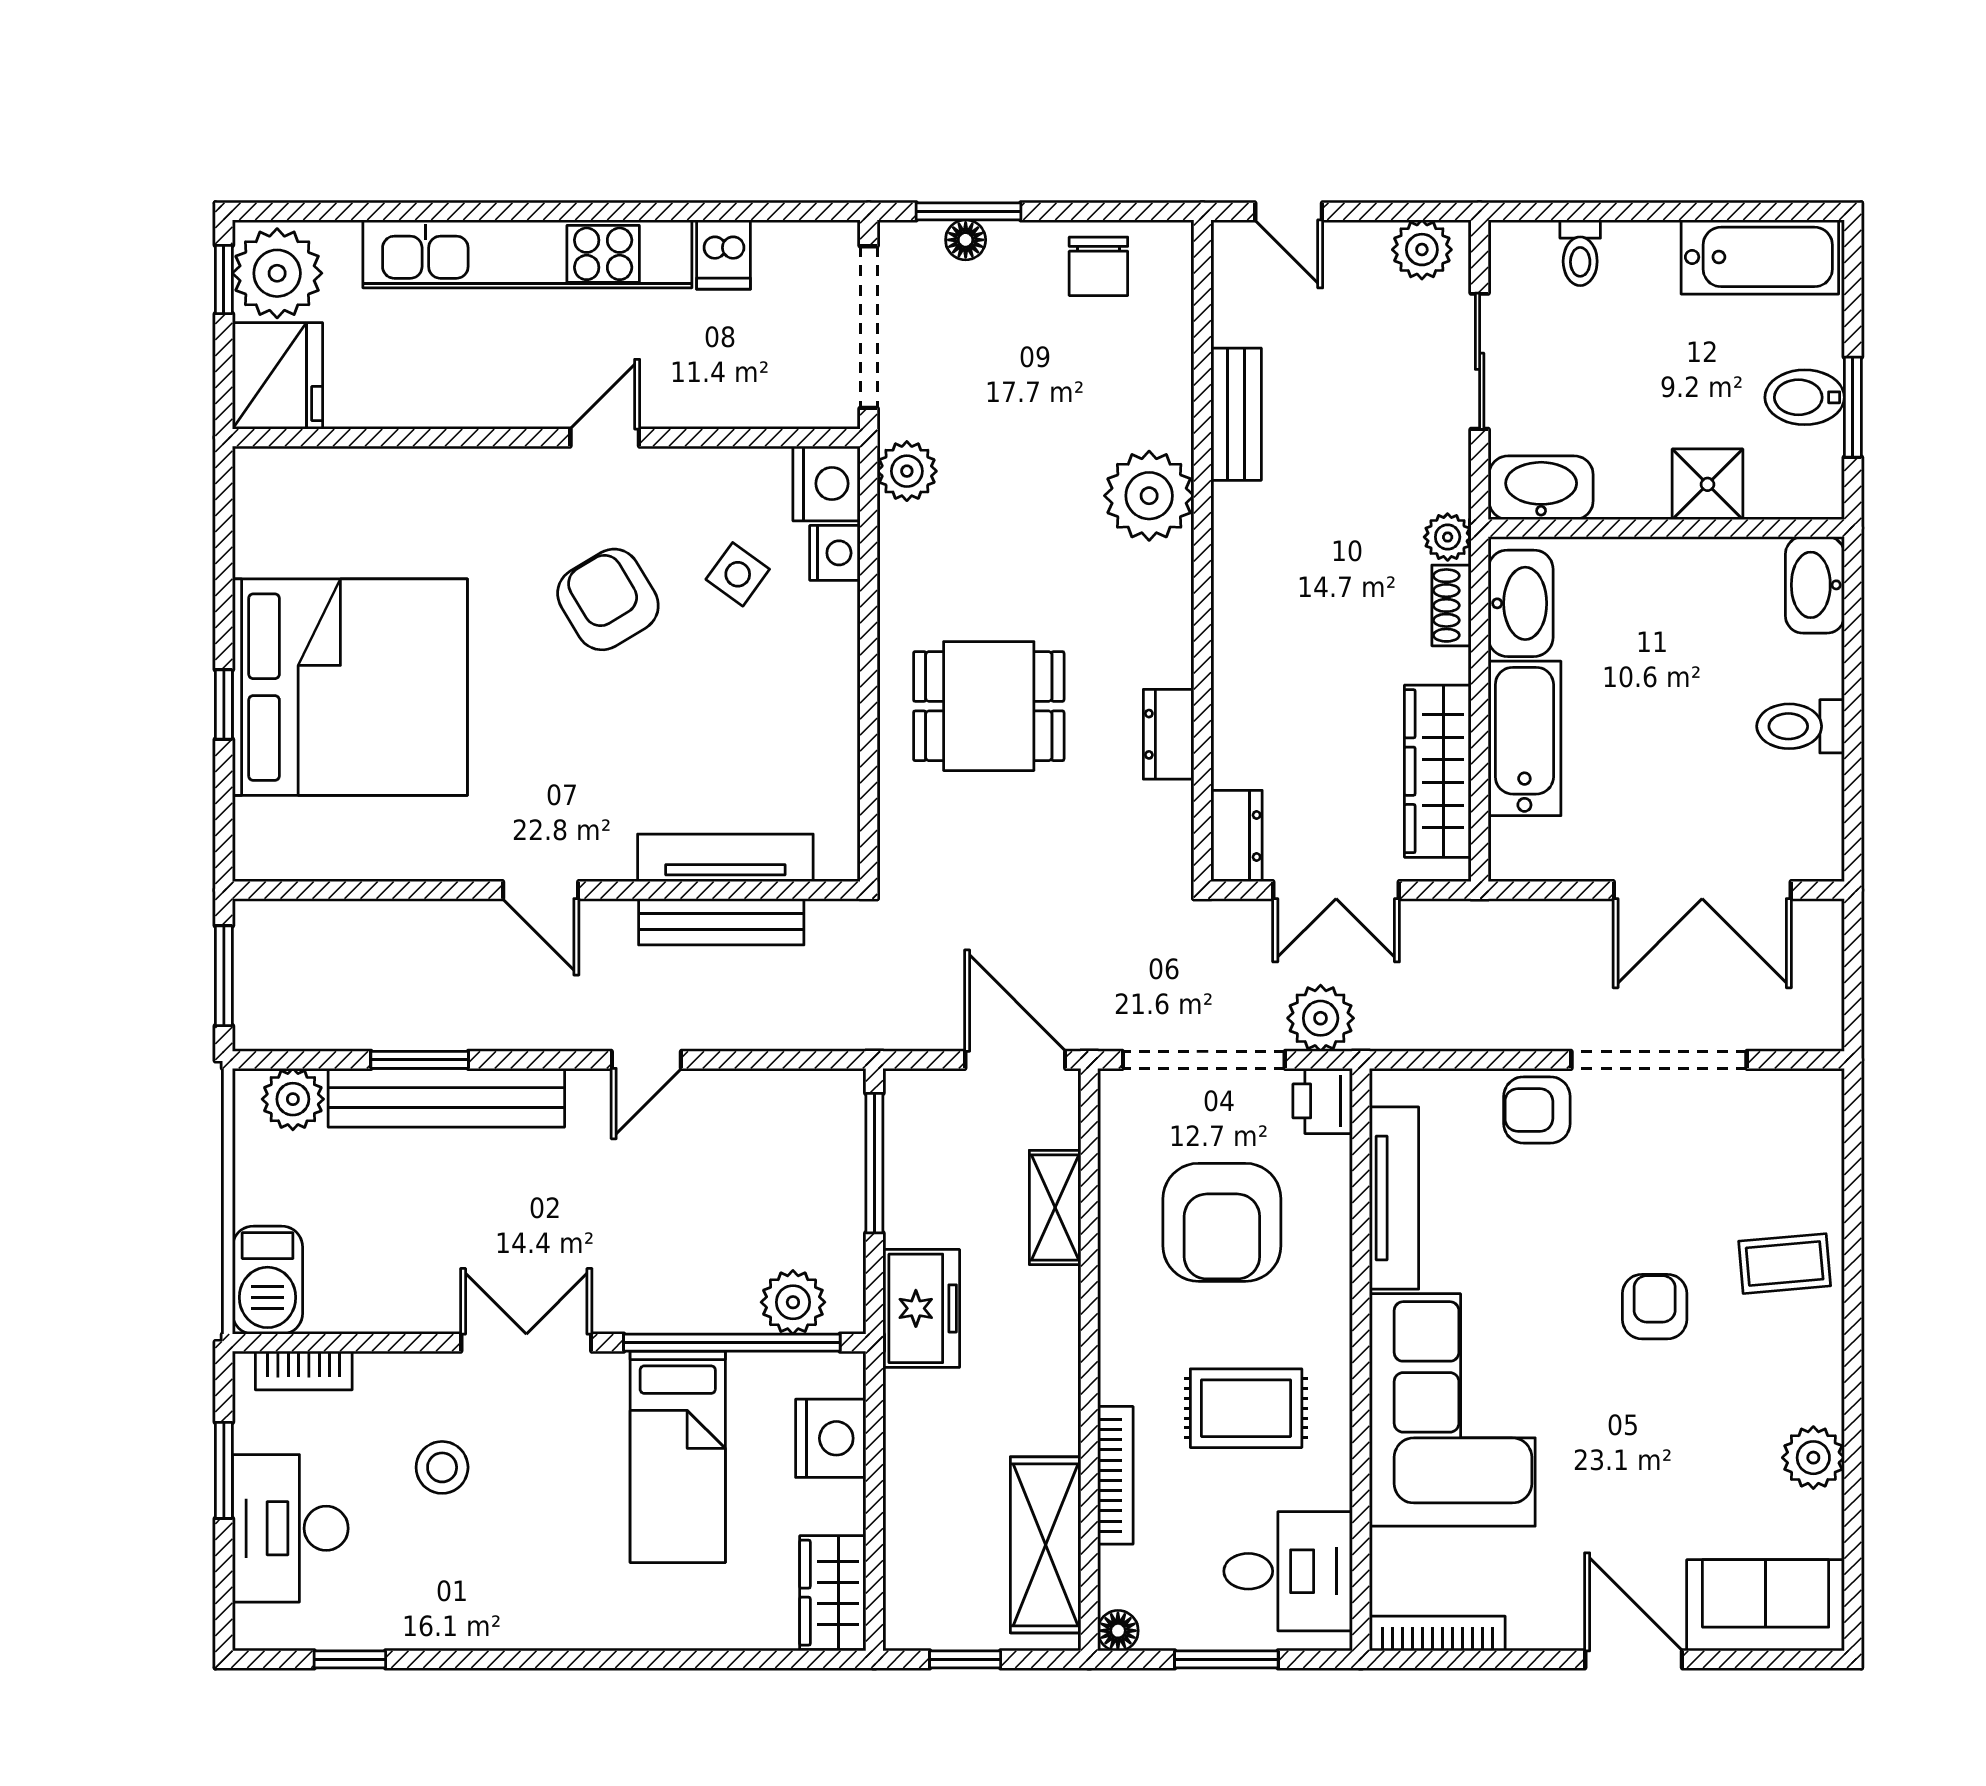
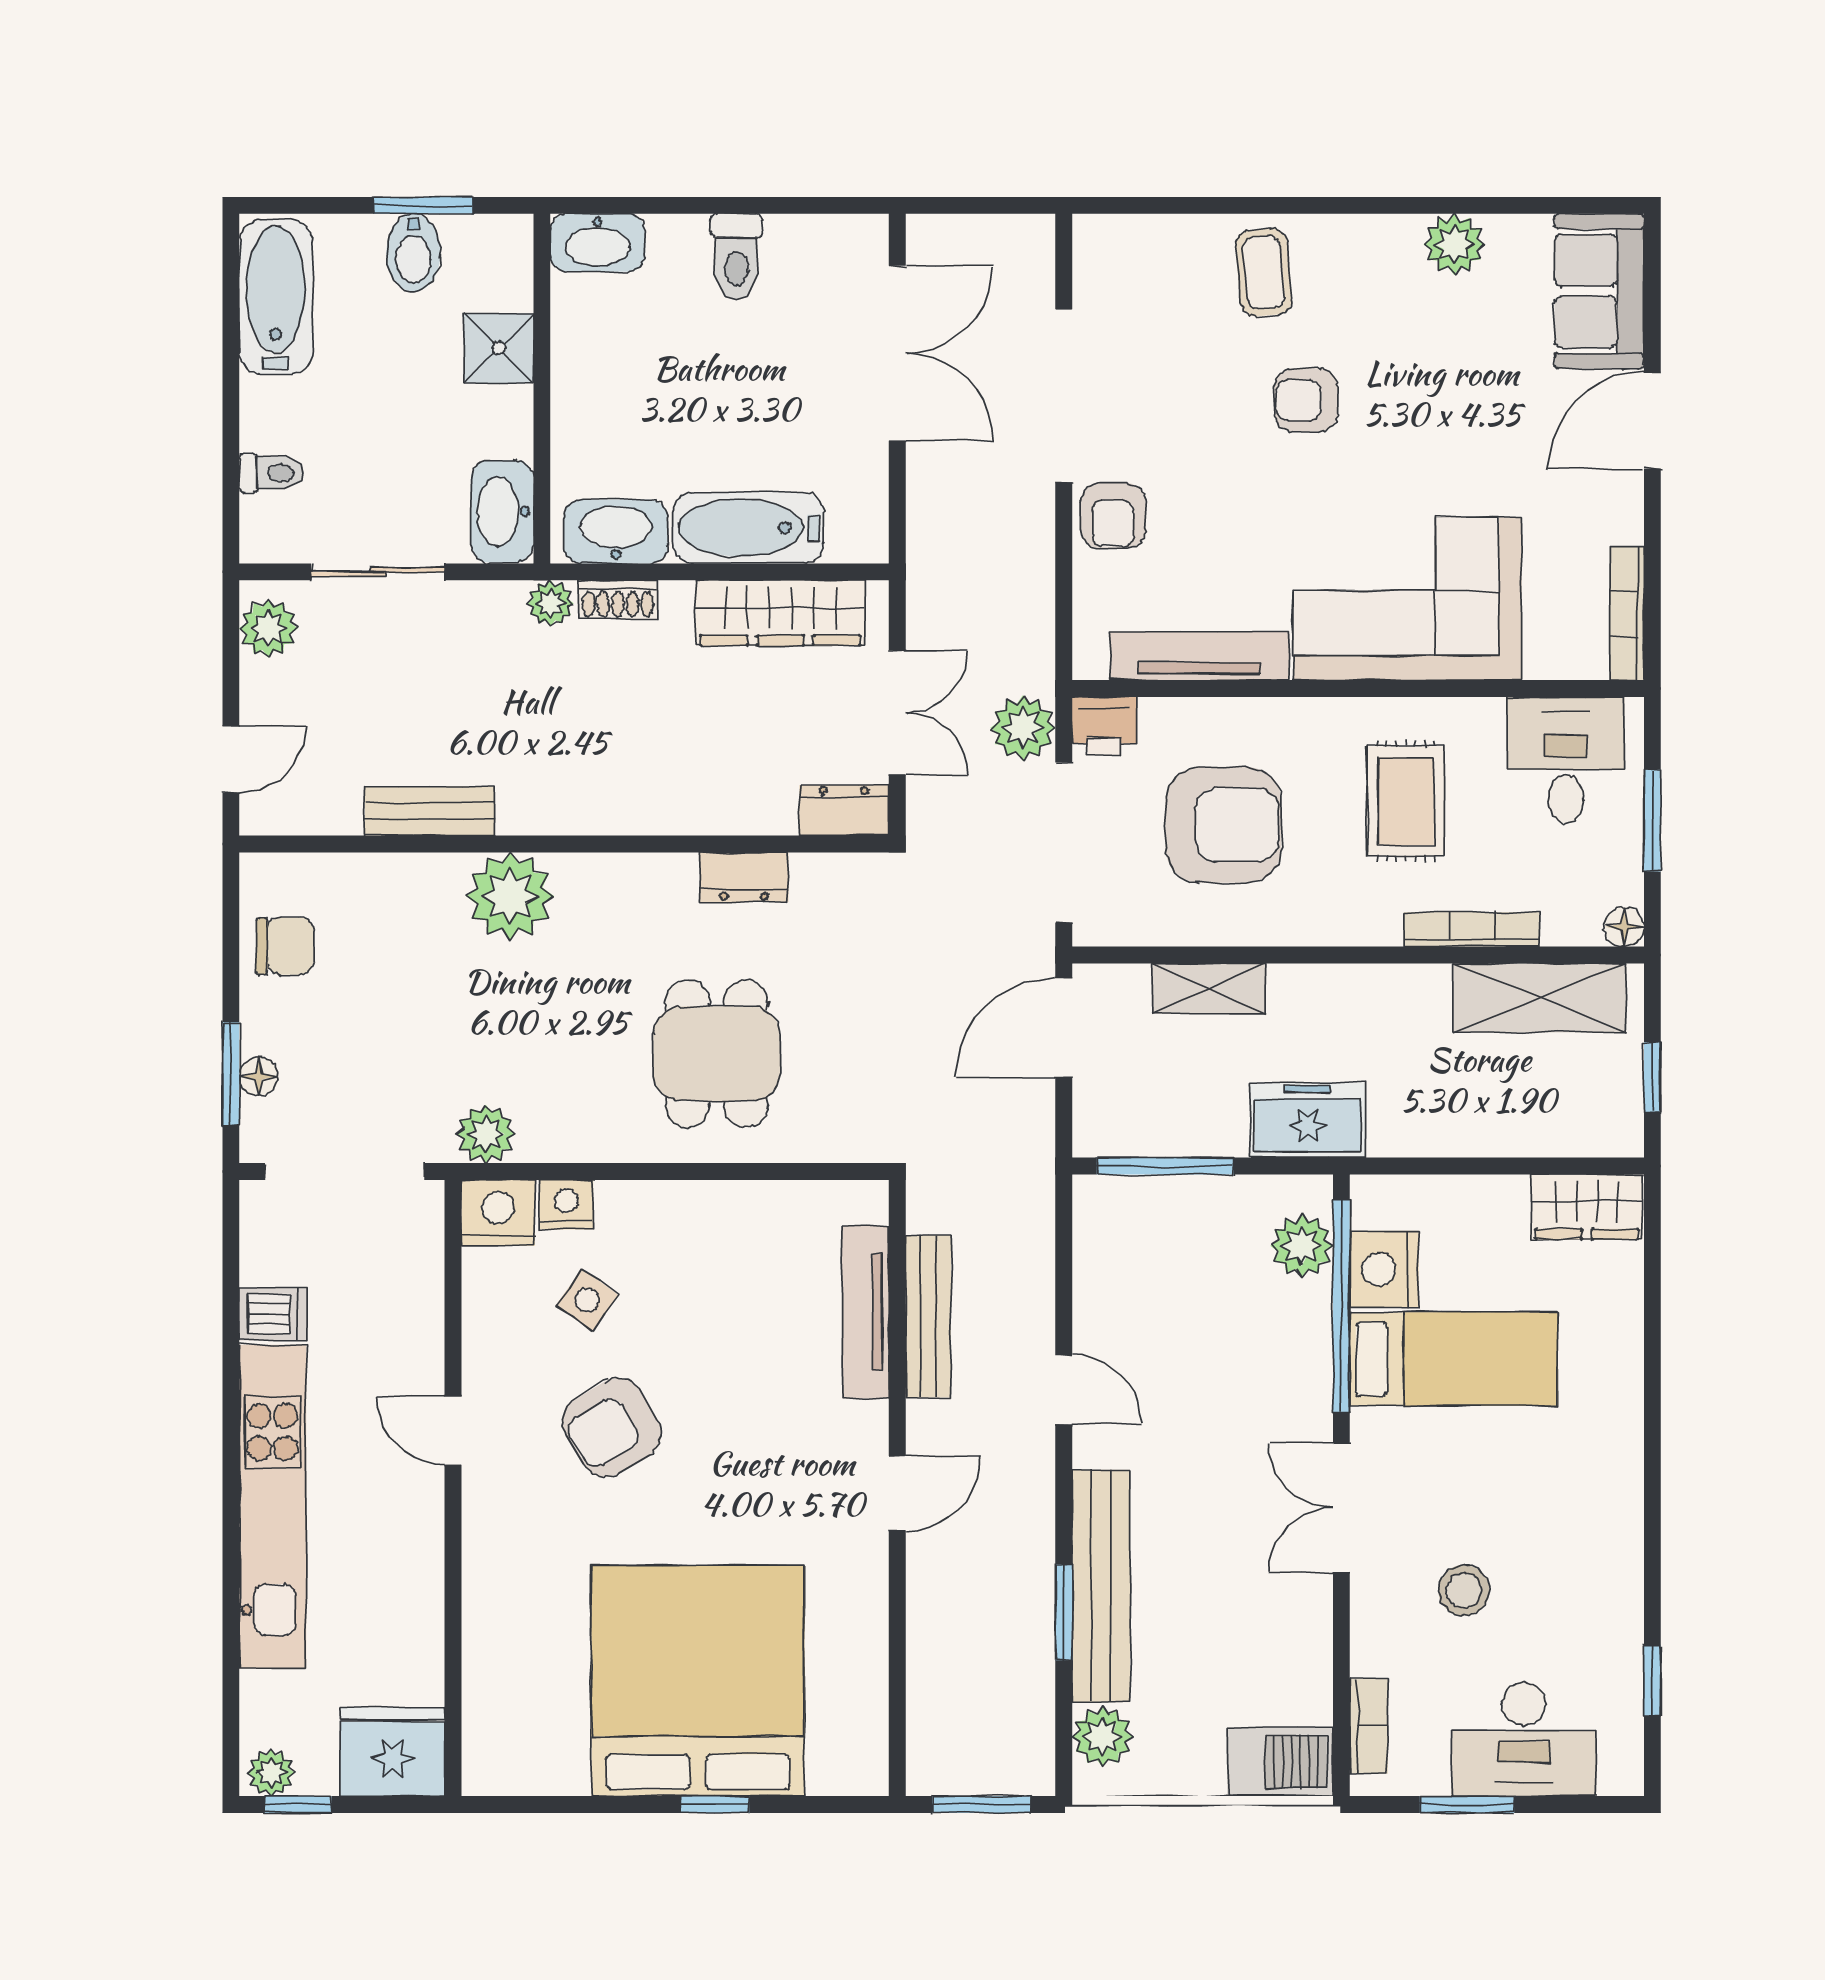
plant: (277, 273) -> (271, 1773), width x0.53, depth x0.53
nightstand: (831, 1438) -> (1384, 1269), moved, turned -90

